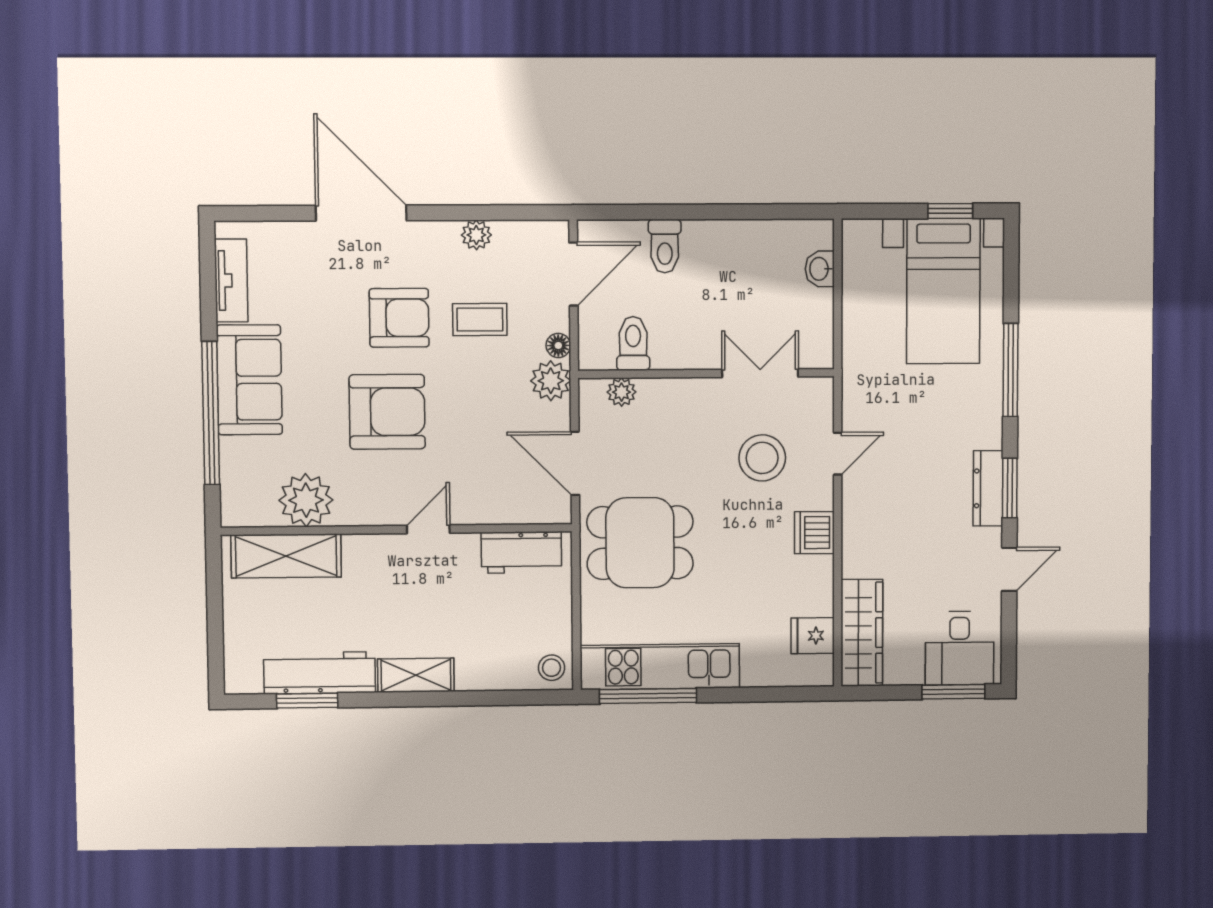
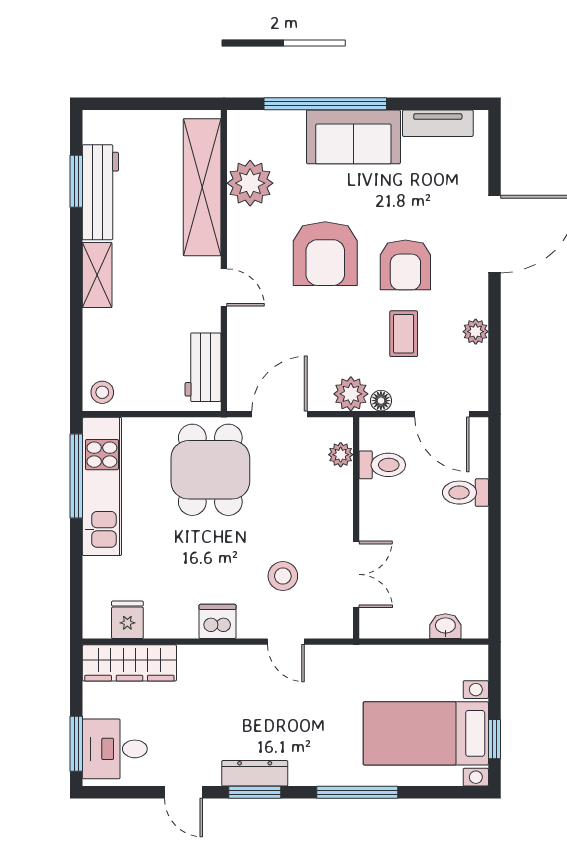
stool: (762, 458) -> (283, 576), width x0.73, depth x0.73
shelving: (286, 556) -> (202, 187), width x1.47

